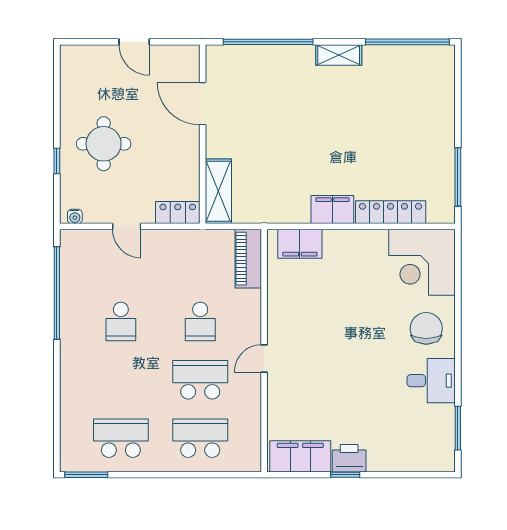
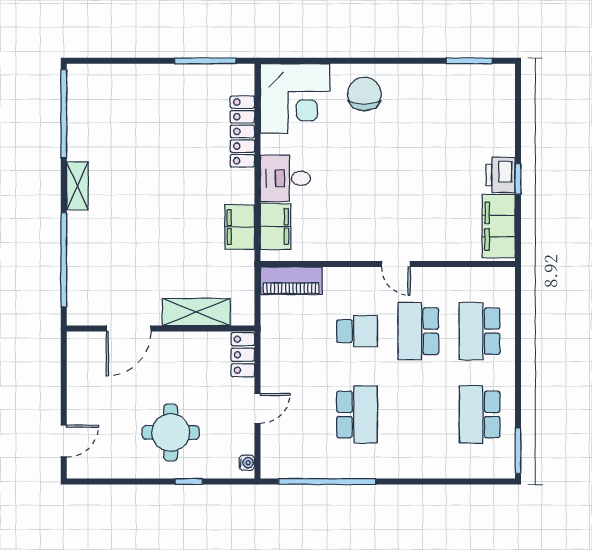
door: (134, 42) -> (64, 441), moved
shelving: (218, 191) -> (196, 312), moved
filing cabinet: (332, 210) -> (240, 227), moved
school desk: (121, 321) -> (357, 414), width x1.85
chair: (426, 328) -> (364, 94), turned 90
desk: (431, 381) -> (285, 178), moved, turned -90

